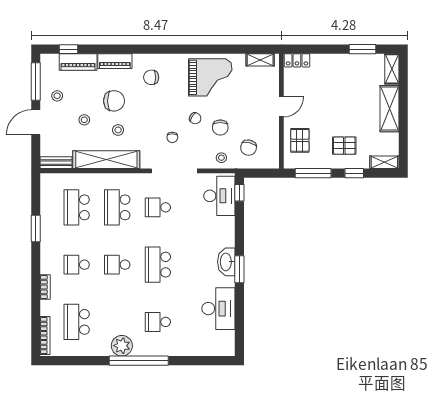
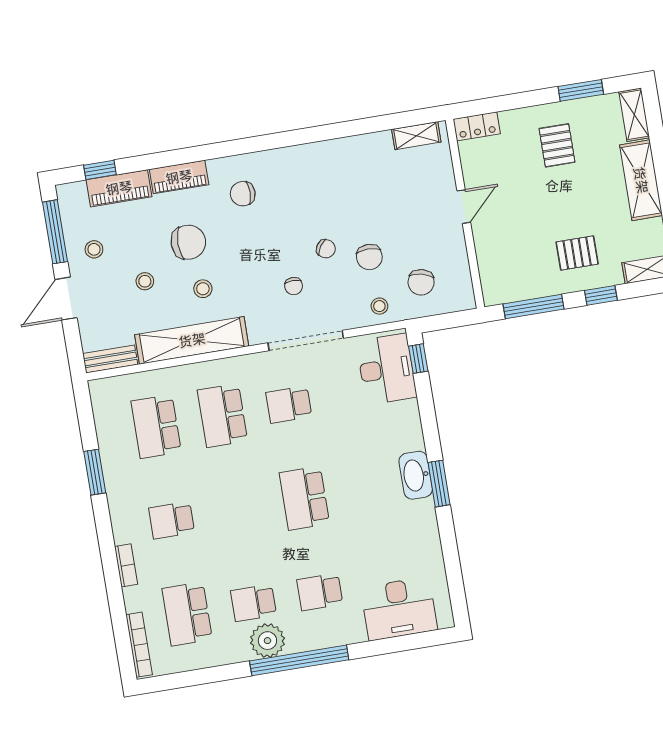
grand piano: (210, 77) -> (339, 178), removed
pallet: (300, 140) -> (557, 145), moved
school desk: (117, 265) -> (254, 603), moved
desk: (218, 309) -> (399, 609), moved, turned 90

